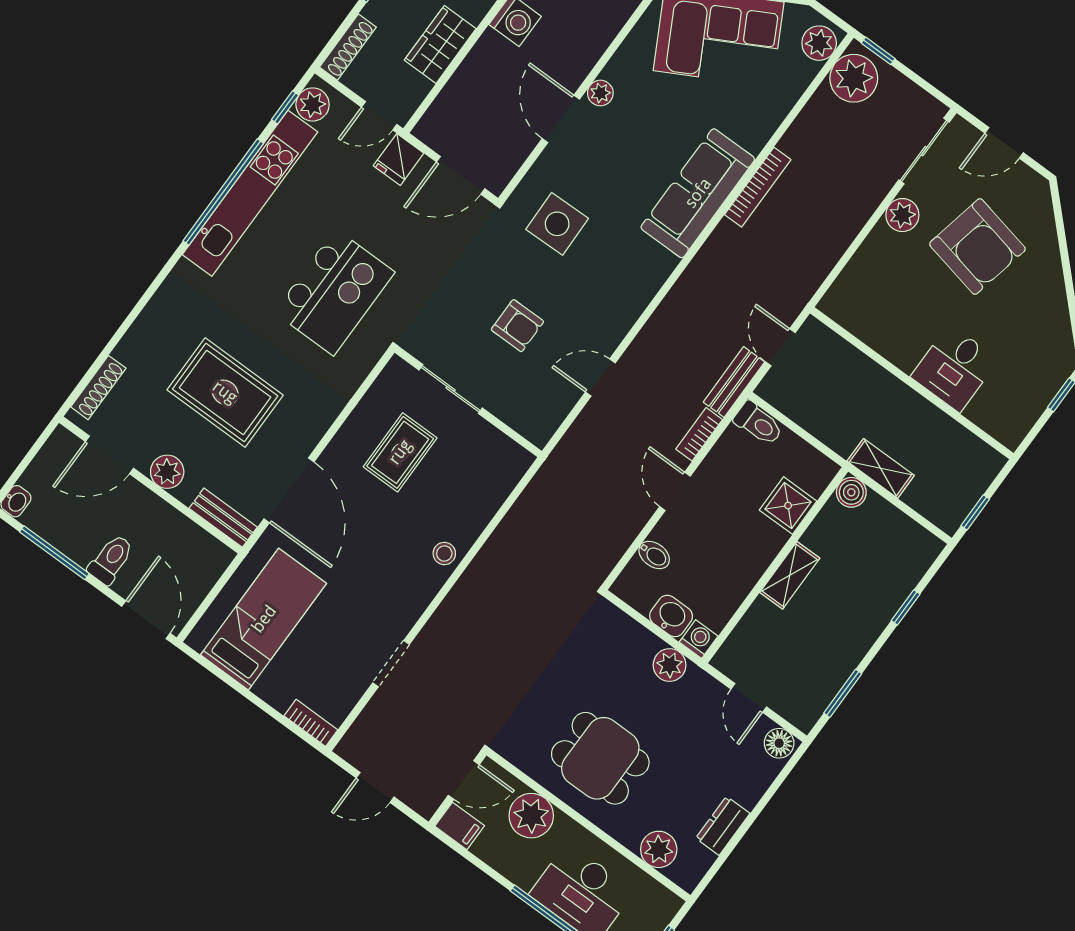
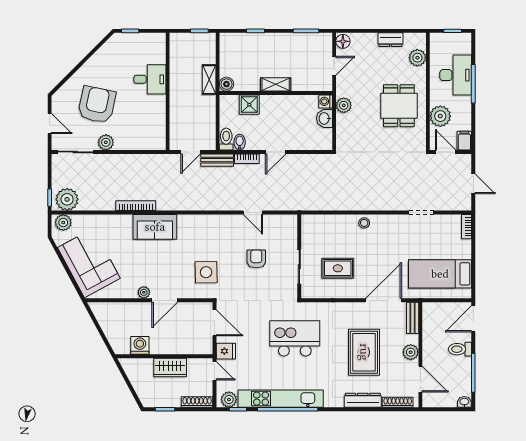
sofa: (698, 193) -> (155, 227), width x0.73
dresser: (145, 331) -> (363, 400), added
bidet: (654, 555) -> (240, 142), moved

